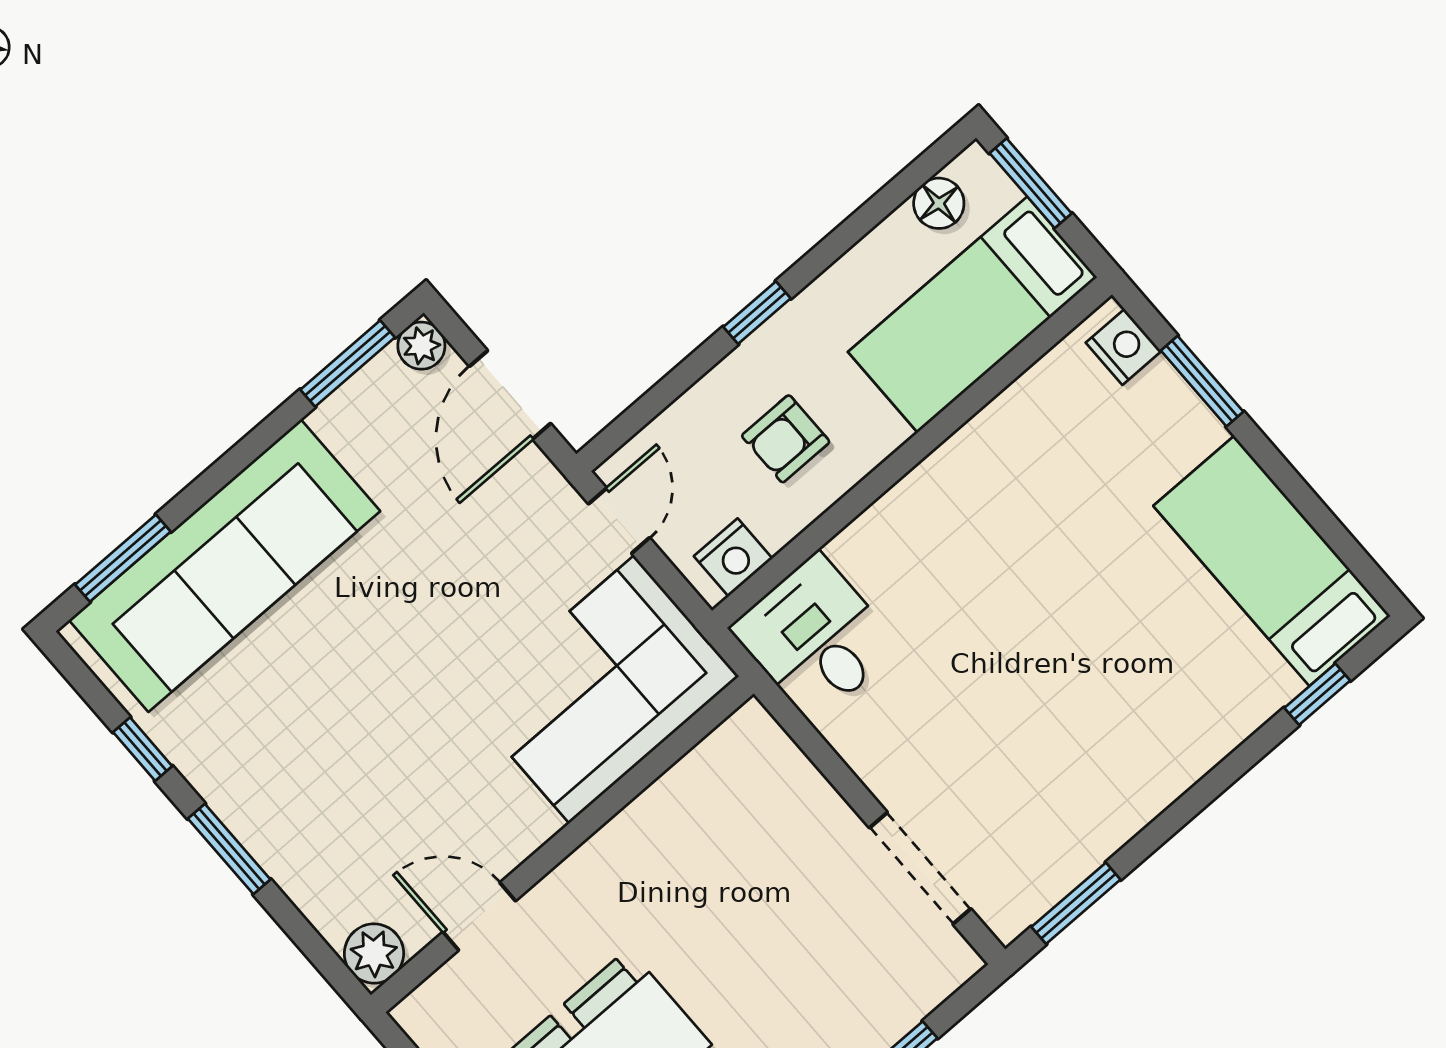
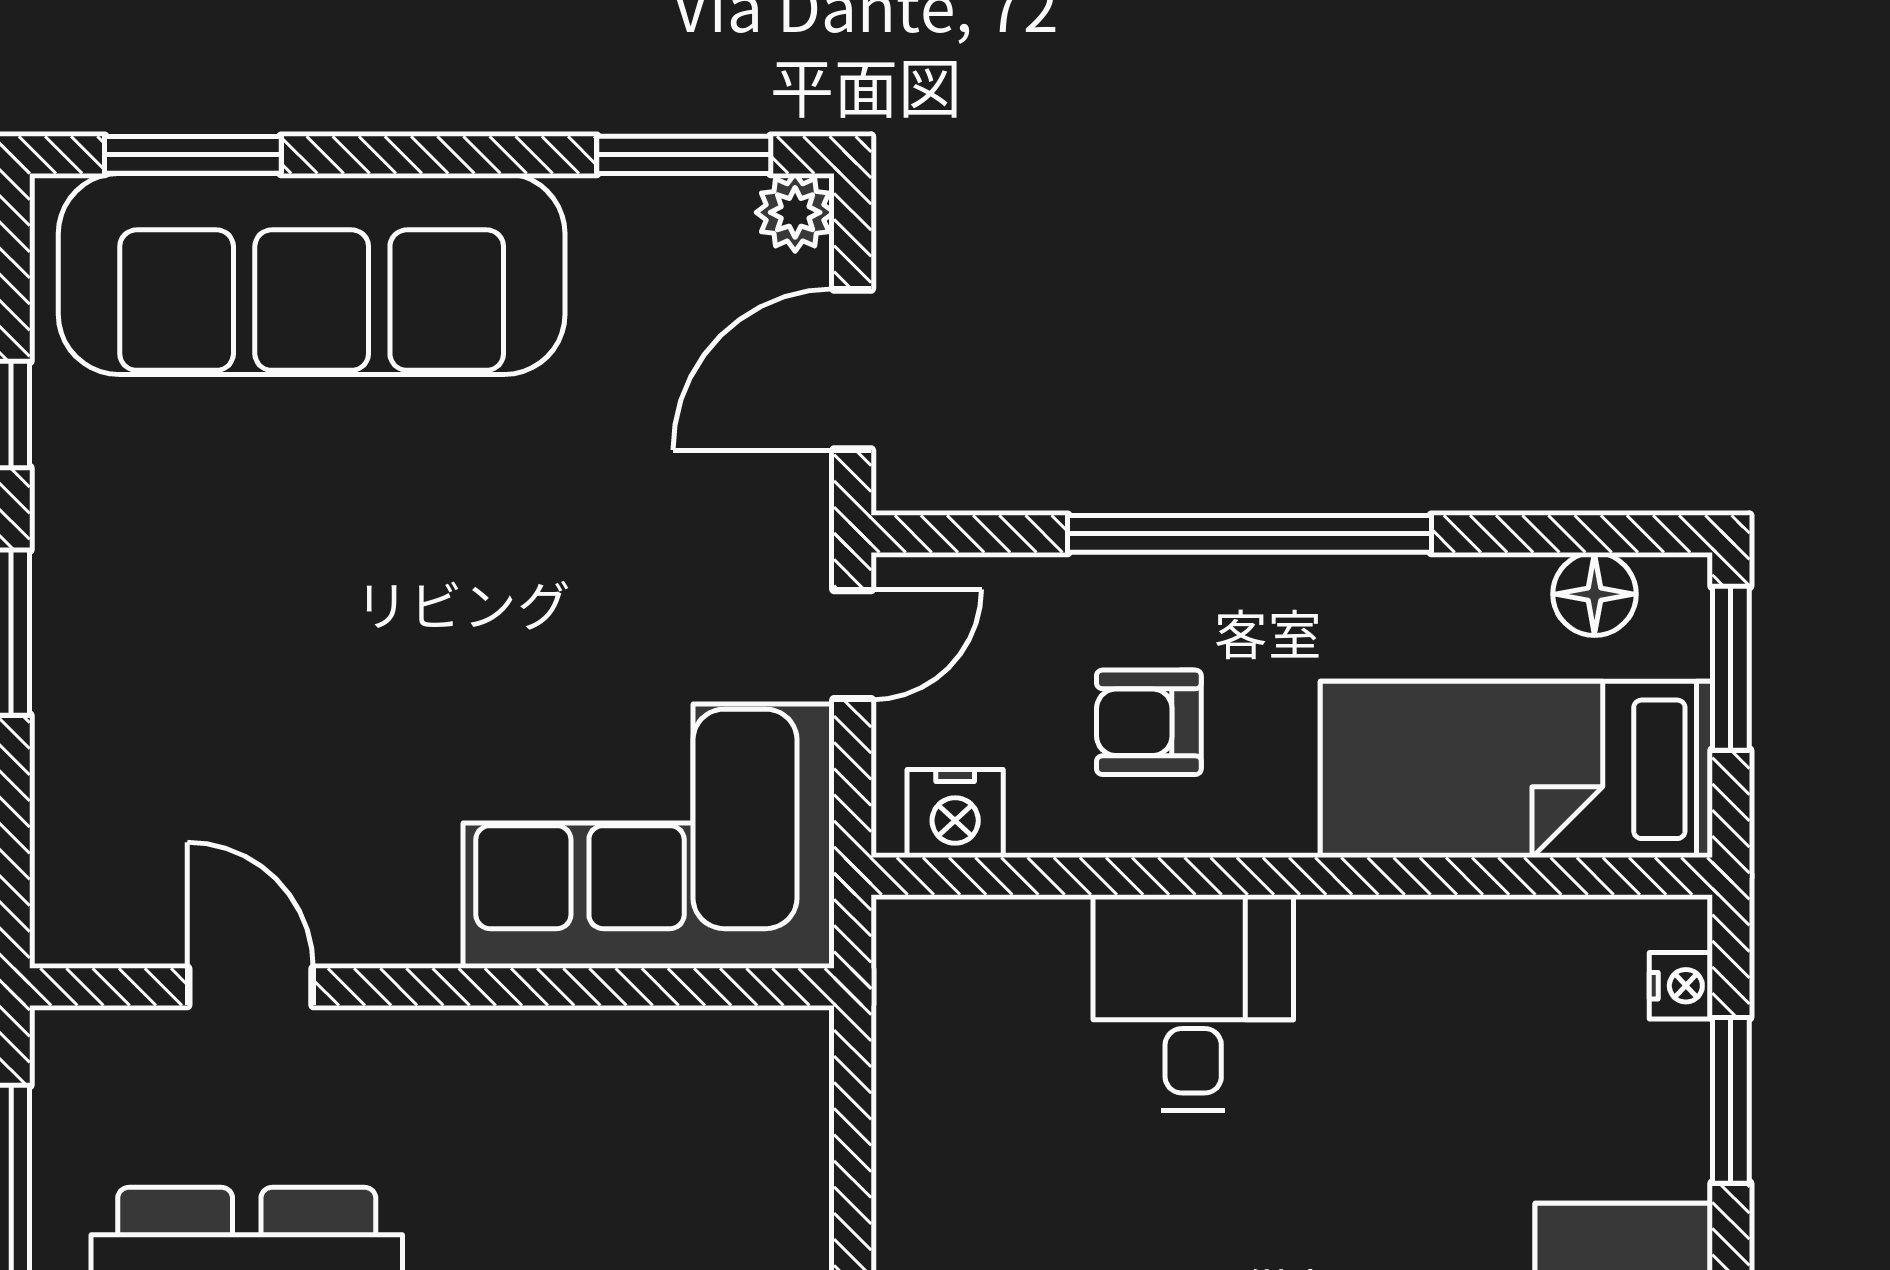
window: (757, 313) -> (1249, 534), width x3.17
nightstand: (1123, 347) -> (1681, 986), width x0.72, depth x0.74
desk: (815, 638) -> (1193, 1002), moved
plant: (374, 953) -> (79, 920), removed

